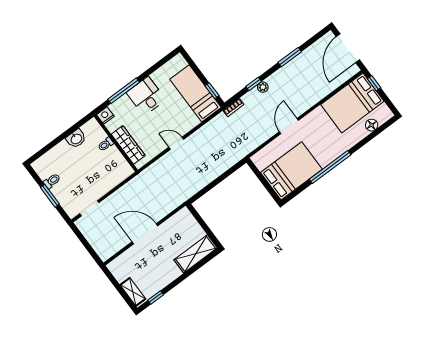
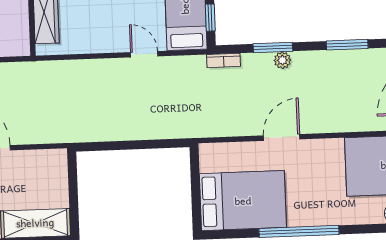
window: (254, 84) -> (273, 48), width x1.50
door: (176, 143) -> (144, 54), moved

